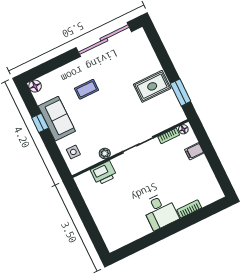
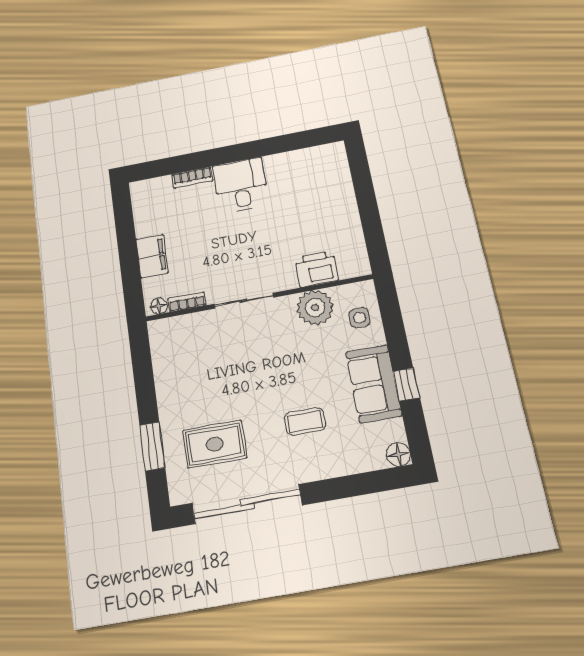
rug: (152, 86) -> (215, 444), moved
window: (181, 92) -> (152, 446), moved
filing cabinet: (194, 151) -> (152, 256), width x2.00
plant: (105, 153) -> (315, 308), width x1.87, depth x1.87

